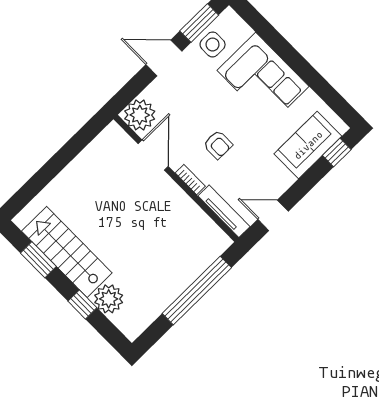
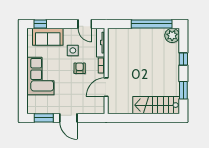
side table: (213, 44) -> (73, 50), moved
plant: (140, 115) -> (97, 106), removed
stairs: (67, 252) -> (156, 105), moved, turned 90
window: (197, 291) -> (152, 24), moved
plant: (109, 299) -> (172, 35), moved

